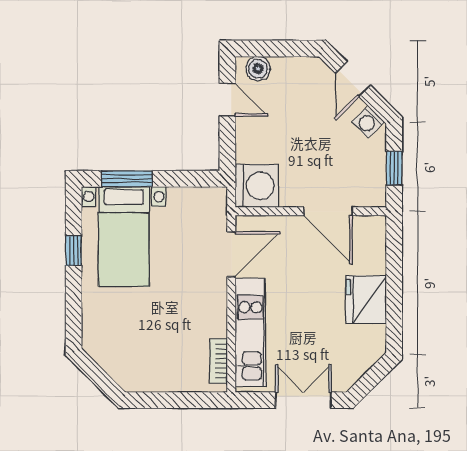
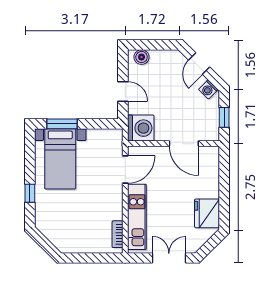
door: (227, 100) -> (123, 91), moved
window: (74, 251) -> (30, 193), moved
fridge: (366, 300) -> (207, 213), moved

